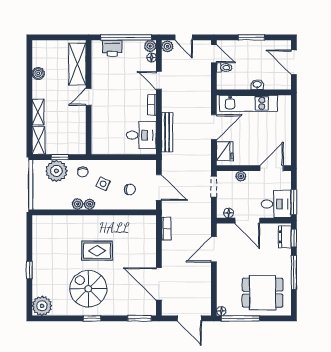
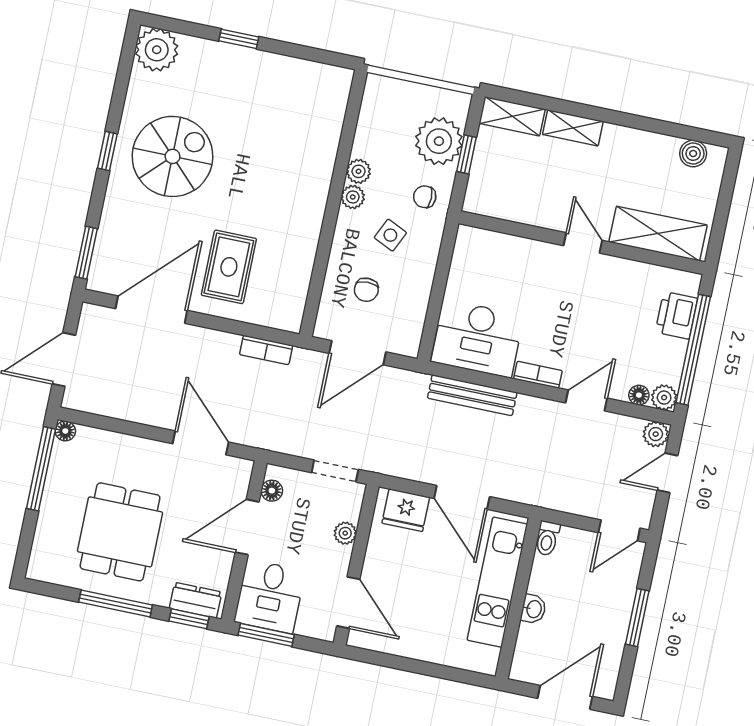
toilet: (224, 68) -> (547, 538), moved
boiler: (38, 74) -> (693, 153), moved
desk: (141, 135) -> (477, 338), width x1.37
rug: (97, 251) -> (229, 267), moved
dining table: (263, 293) -> (120, 532), moved

